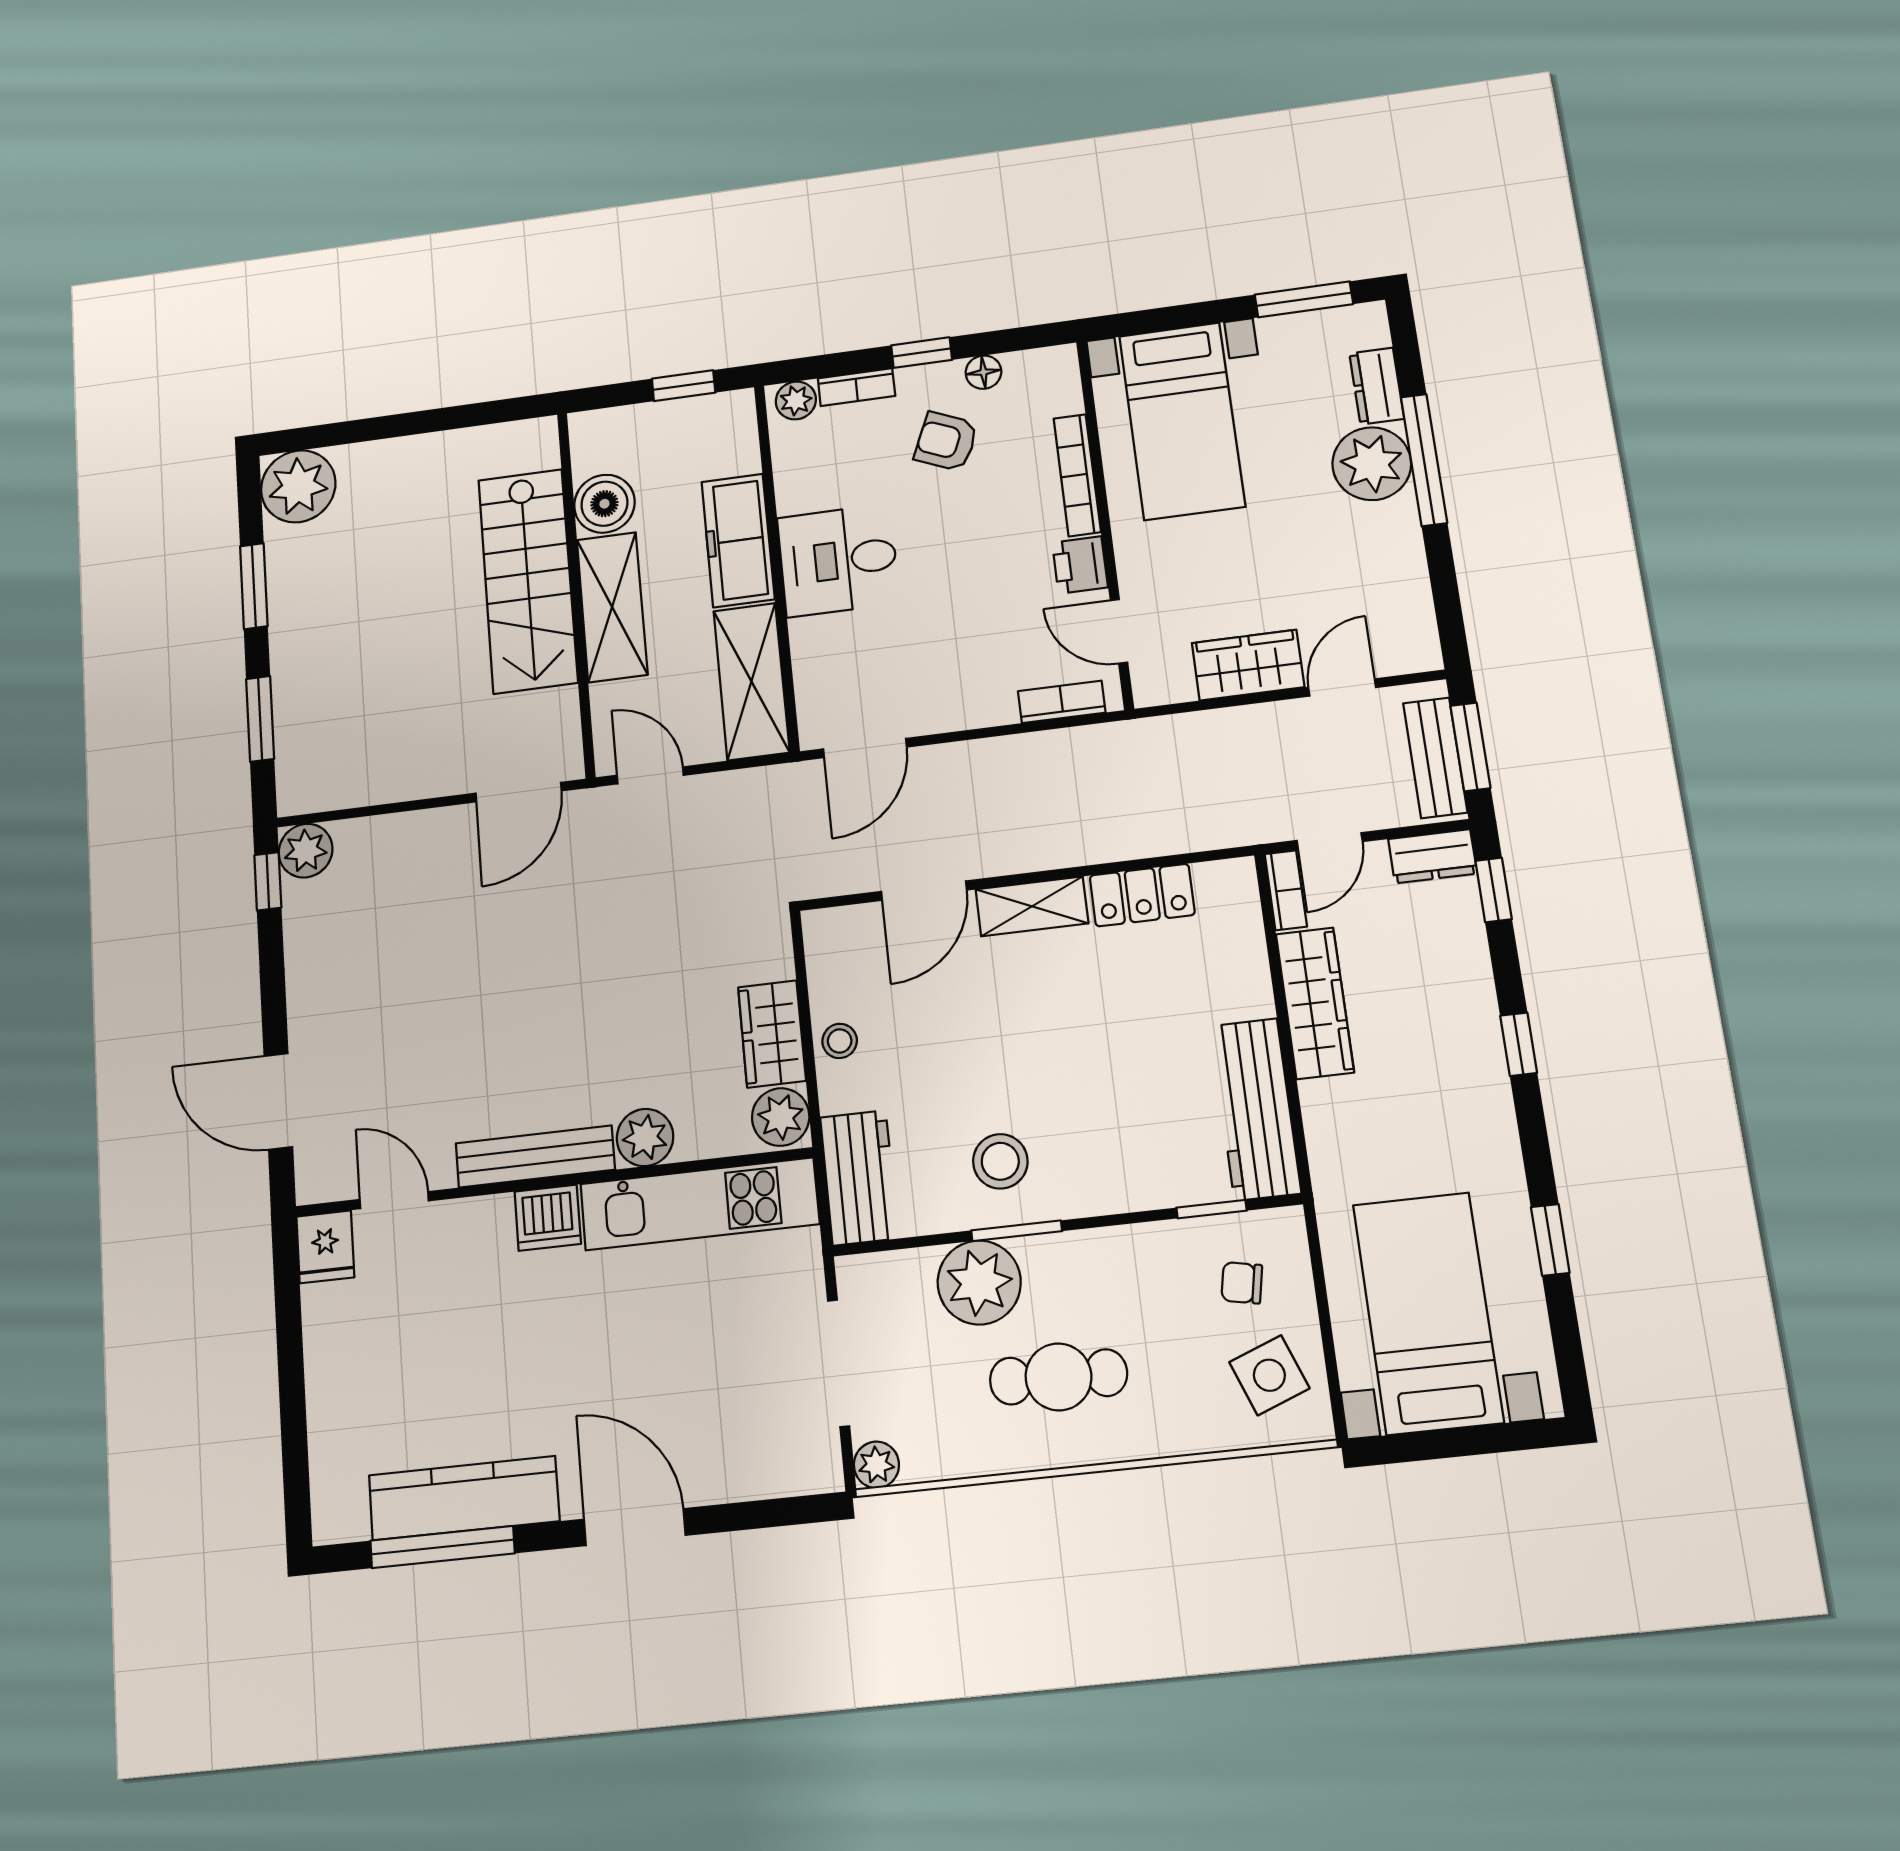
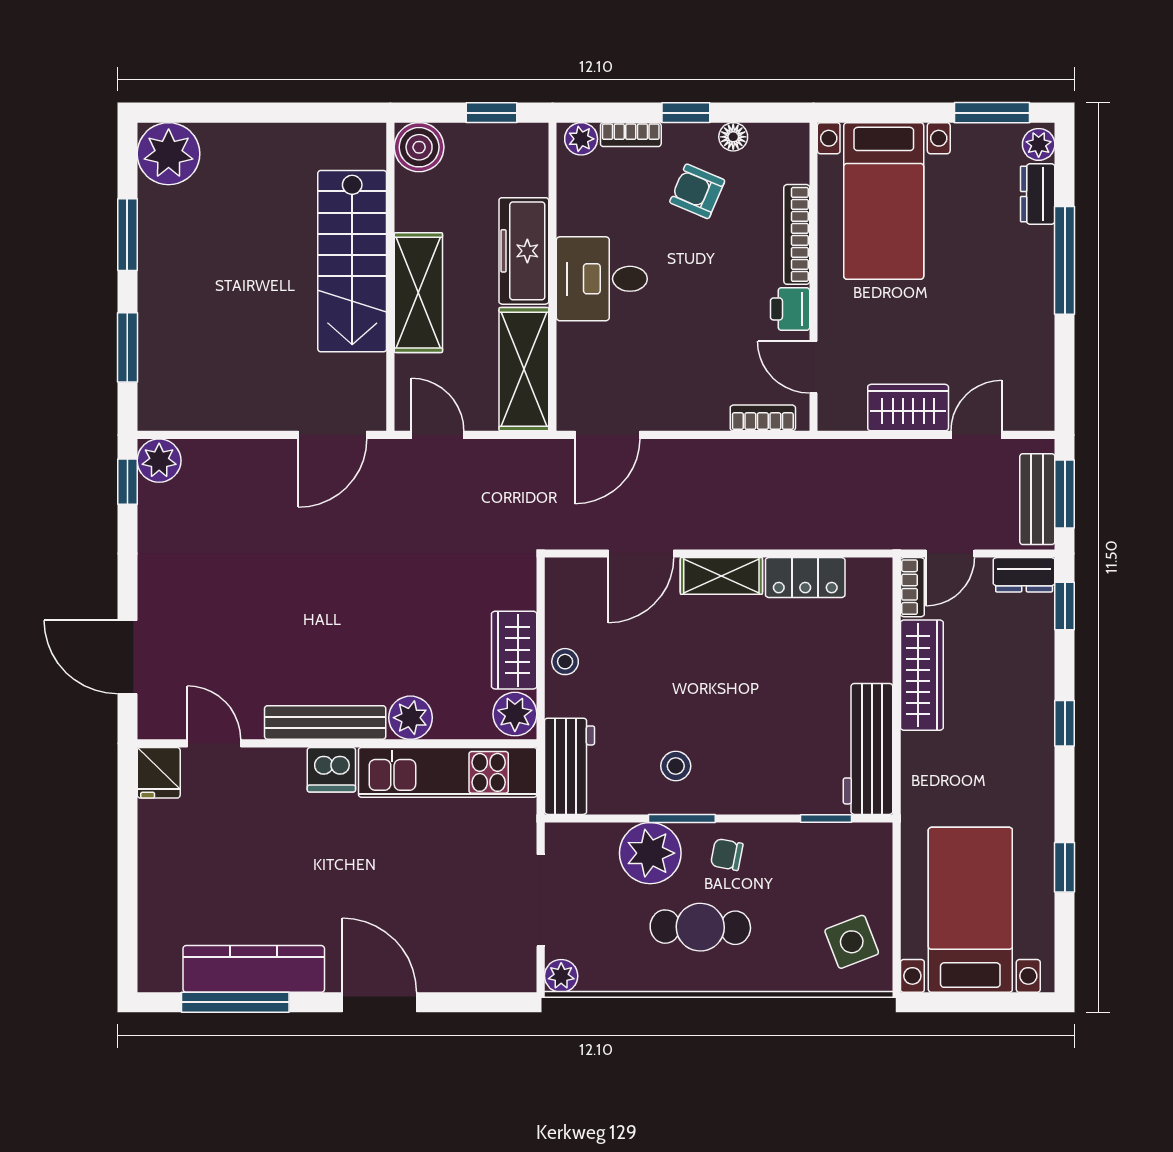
plant: (1372, 464) -> (1039, 144), moved, width x0.53, depth x0.53
boiler: (604, 504) -> (419, 147), moved
stool: (1000, 1161) -> (676, 766), width x0.73, depth x0.73
chair: (1242, 1283) -> (727, 855), moved

